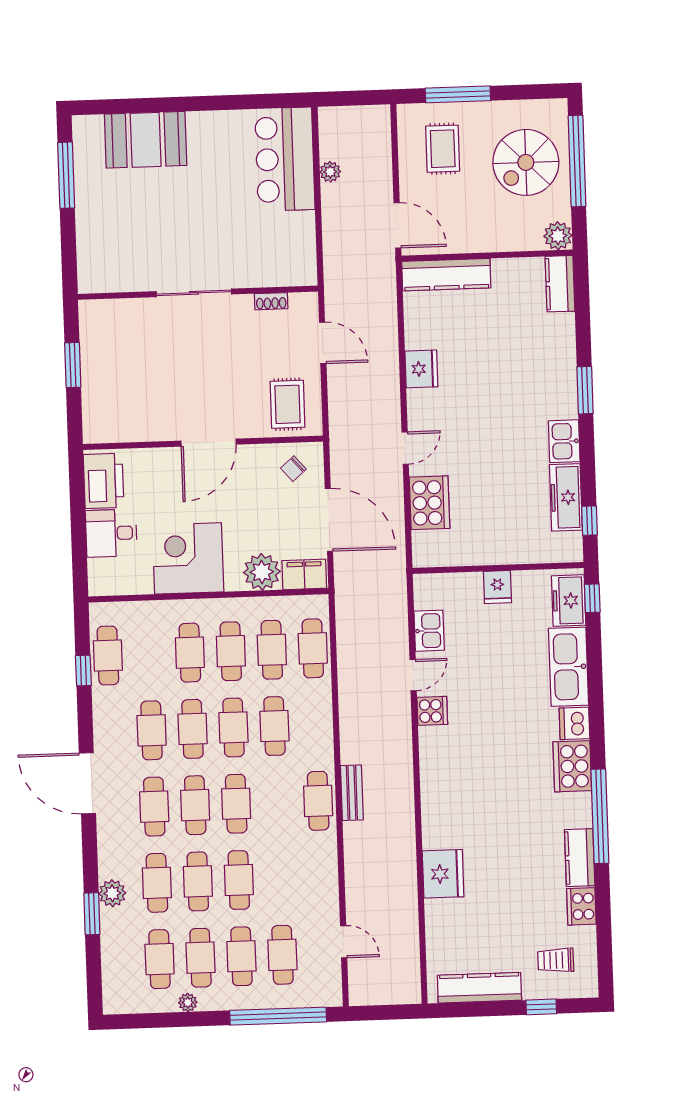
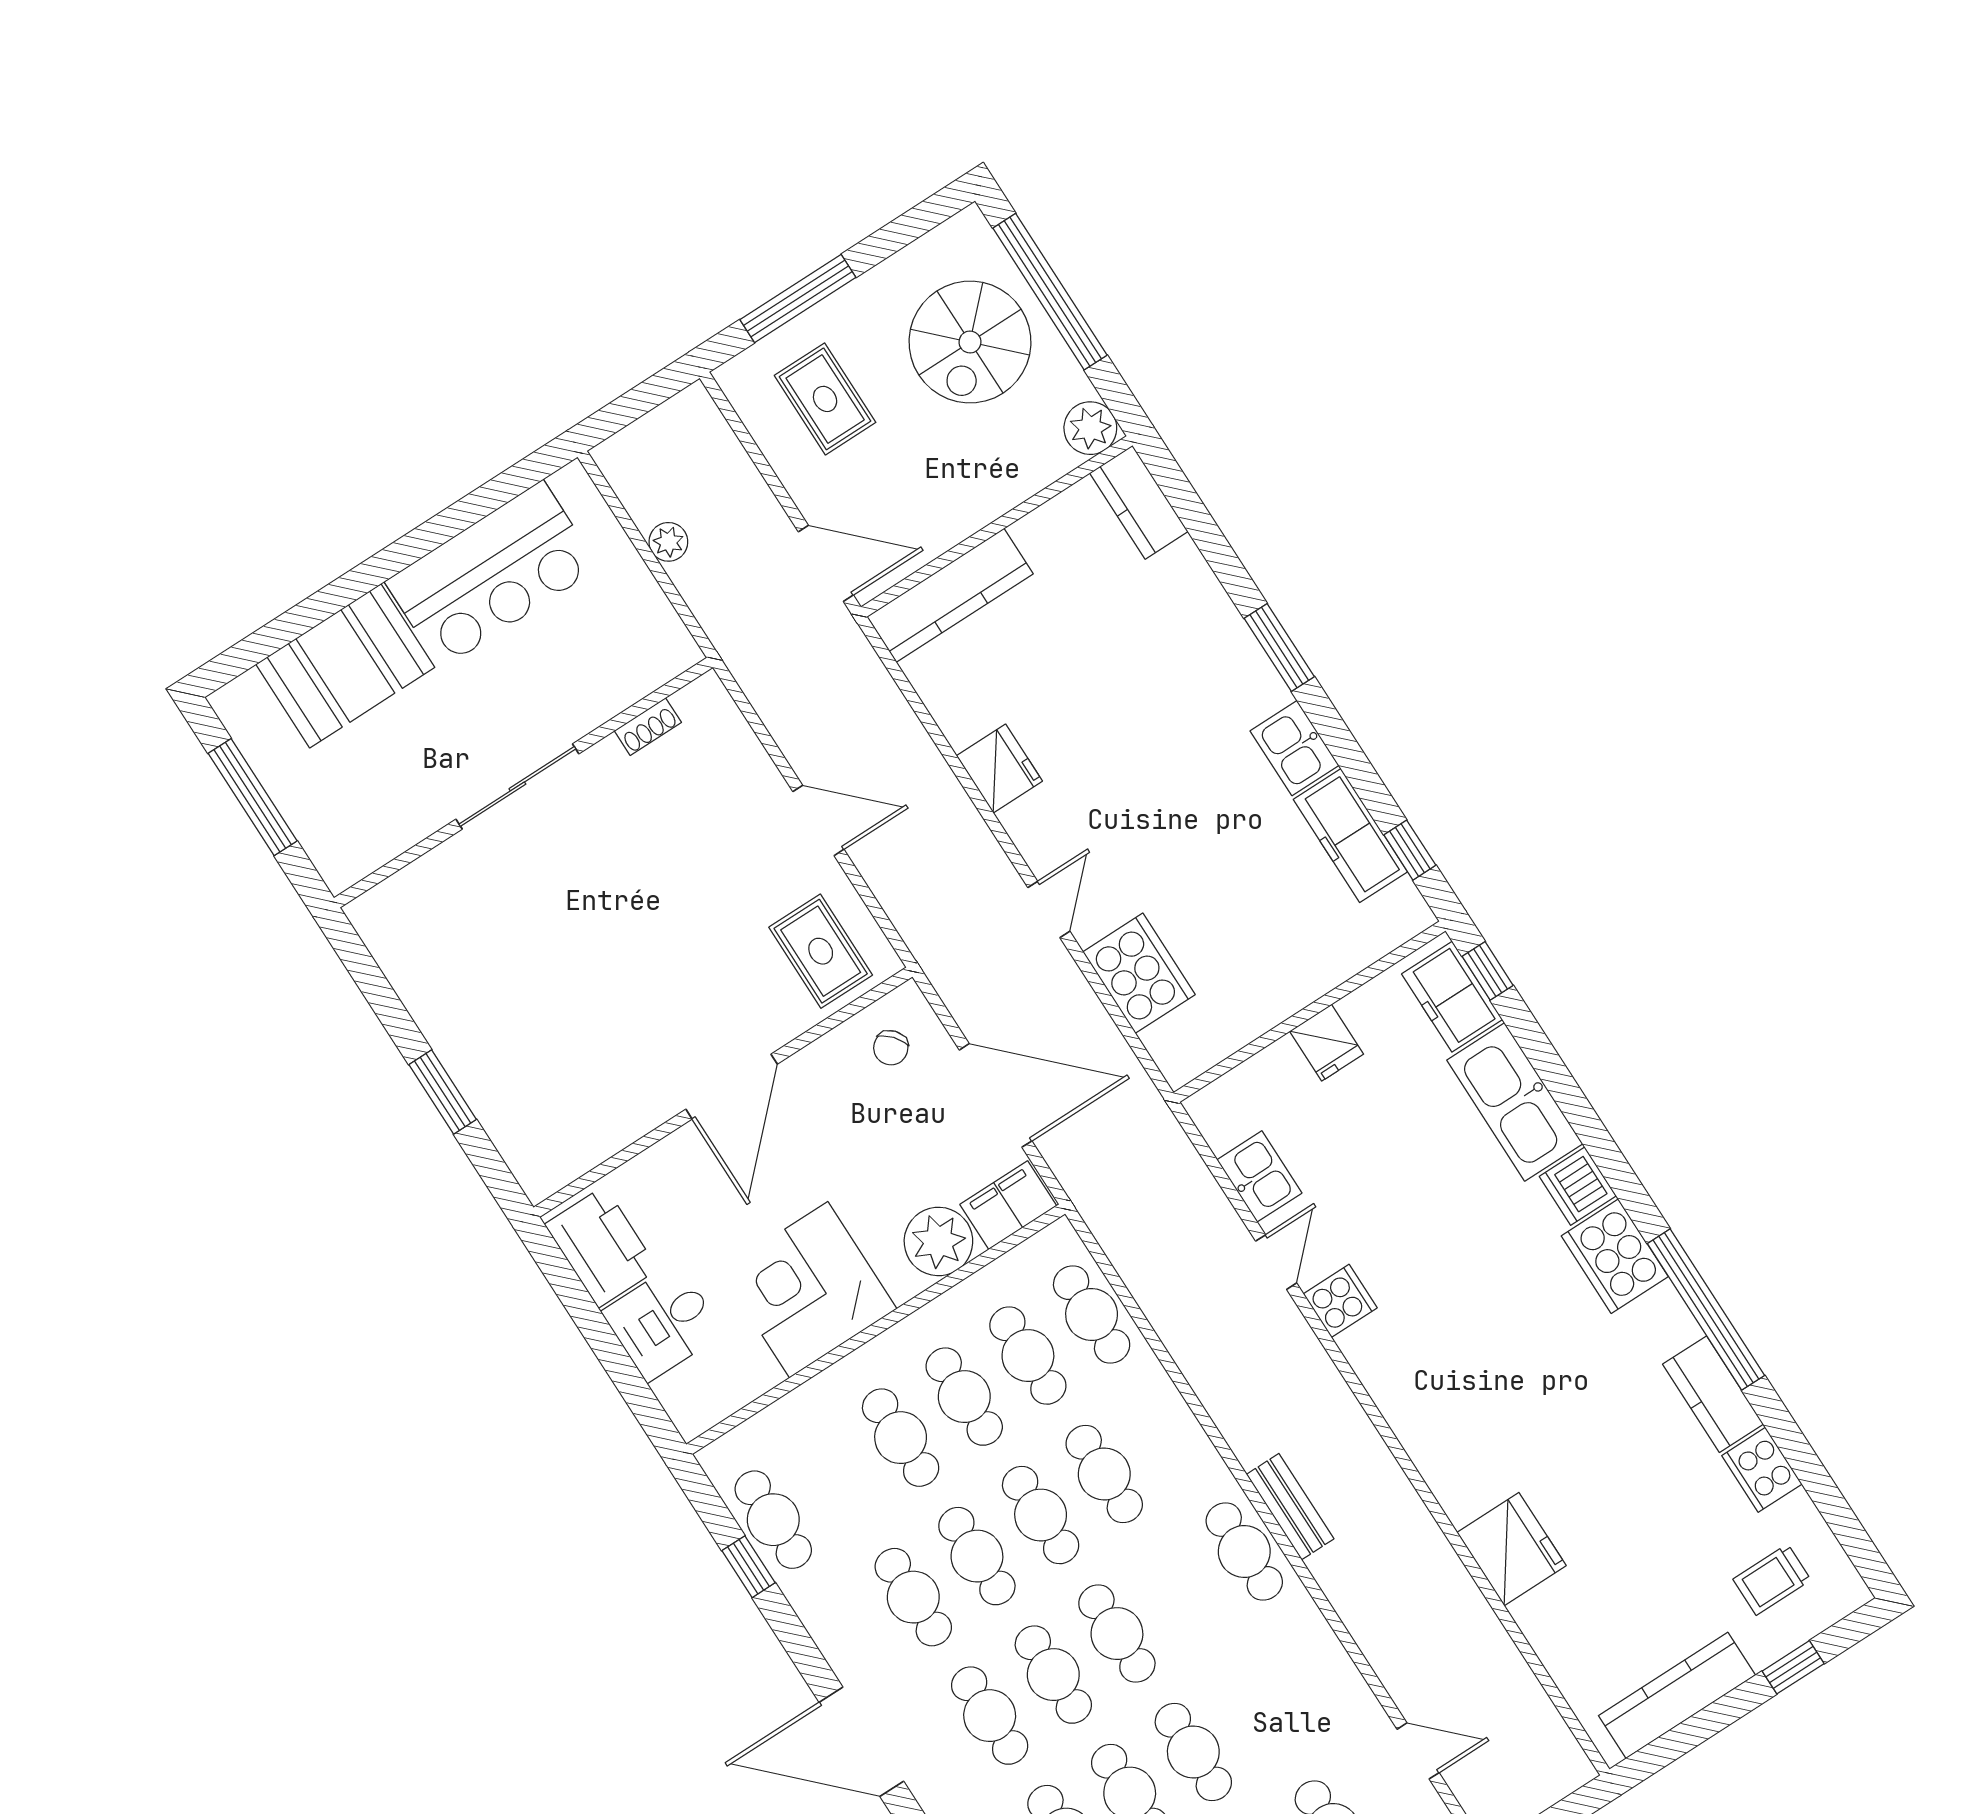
bar counter: (285, 159) -> (492, 574), moved, turned -90
sliding door: (194, 293) -> (517, 786), moved
wall: (198, 293) -> (523, 783), moved
shoe rack: (271, 301) -> (648, 727), moved

